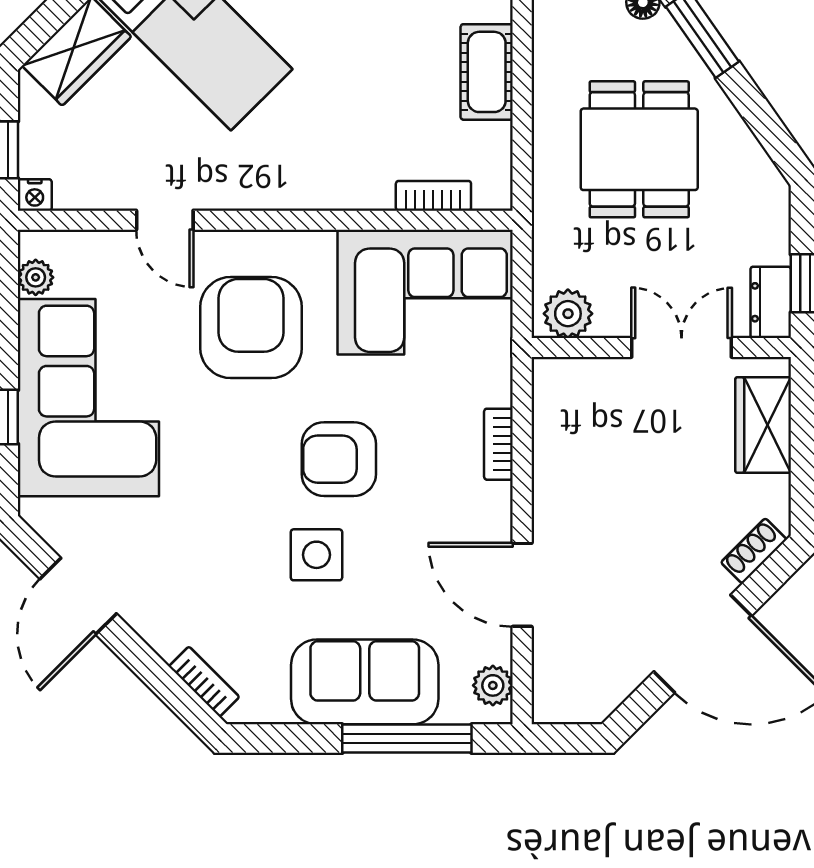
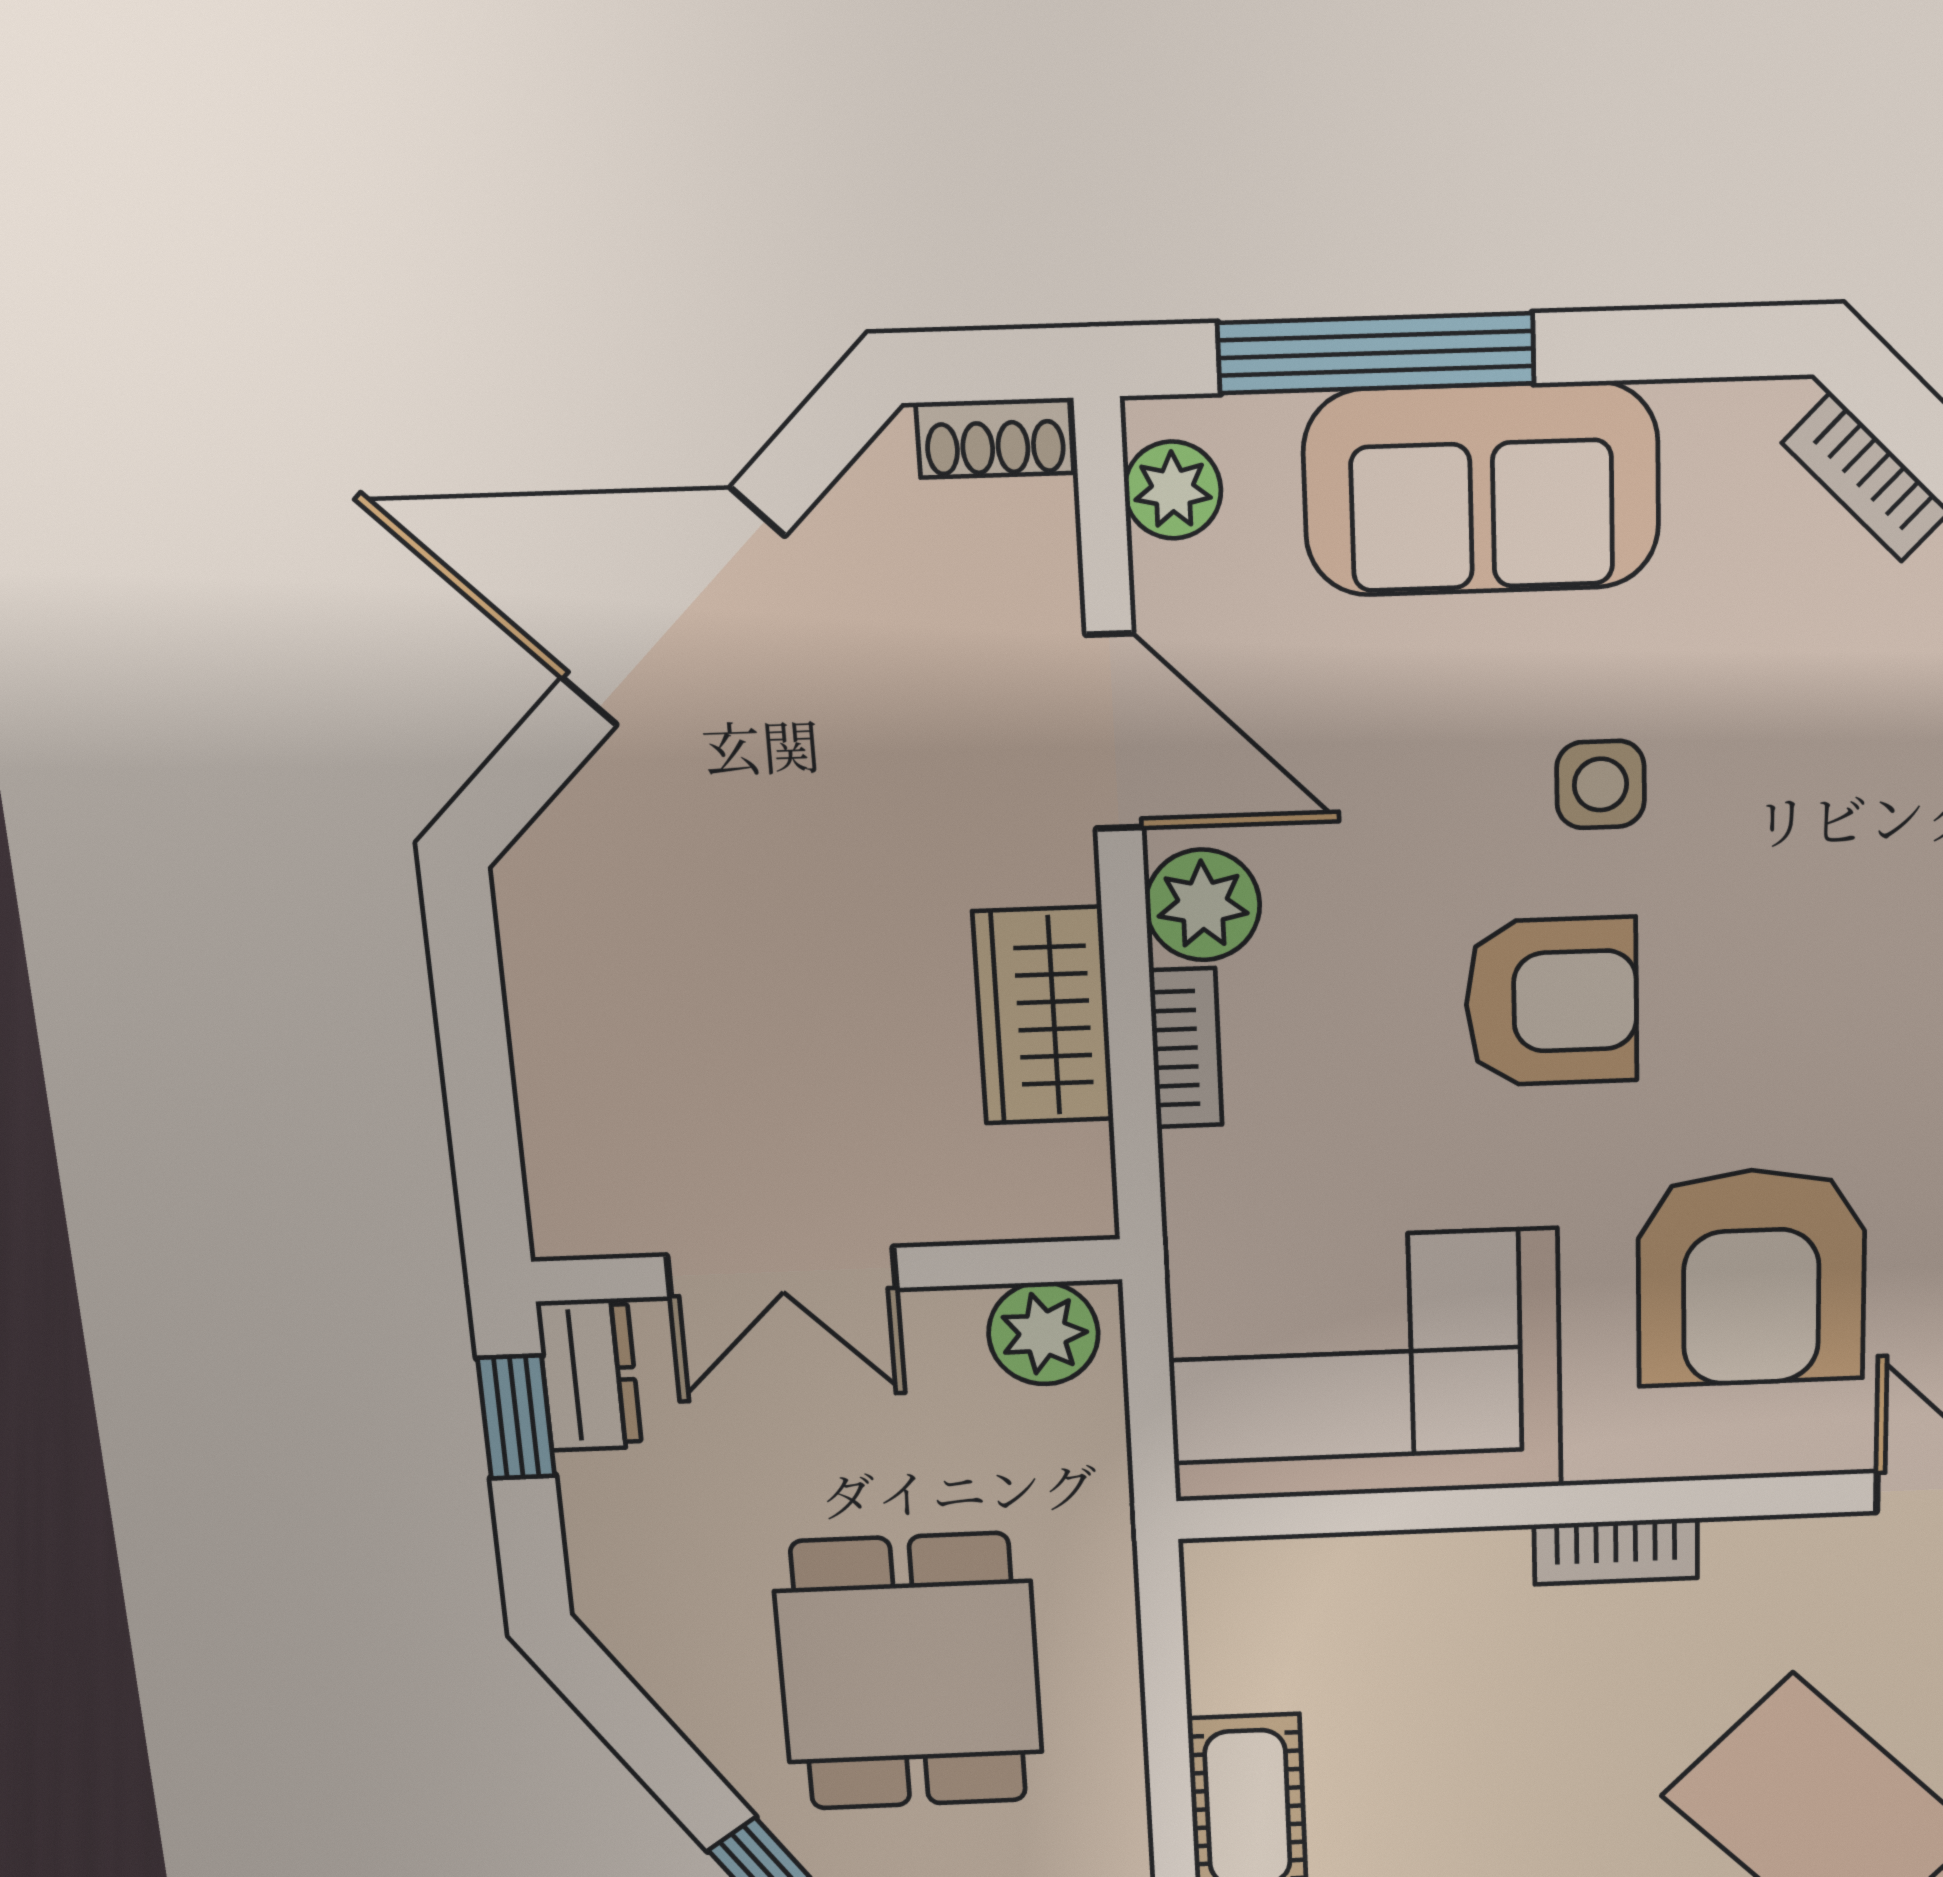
bookcase: (433, 196) -> (1616, 1551), moved
wardrobe: (763, 425) -> (1043, 1016), moved, turned 180
plant: (488, 508) -> (1203, 905), added
shoe rack: (754, 551) -> (995, 438), moved, turned 45
side table: (316, 555) -> (1600, 784), width x0.73, depth x0.73

